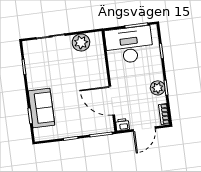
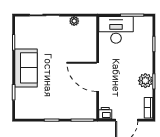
plant: (81, 42) -> (74, 21), width x0.53, depth x0.53
desk: (129, 45) -> (116, 30), width x0.73, depth x0.77
door: (112, 101) -> (98, 77), moved
sofa: (41, 108) -> (26, 68), moved

